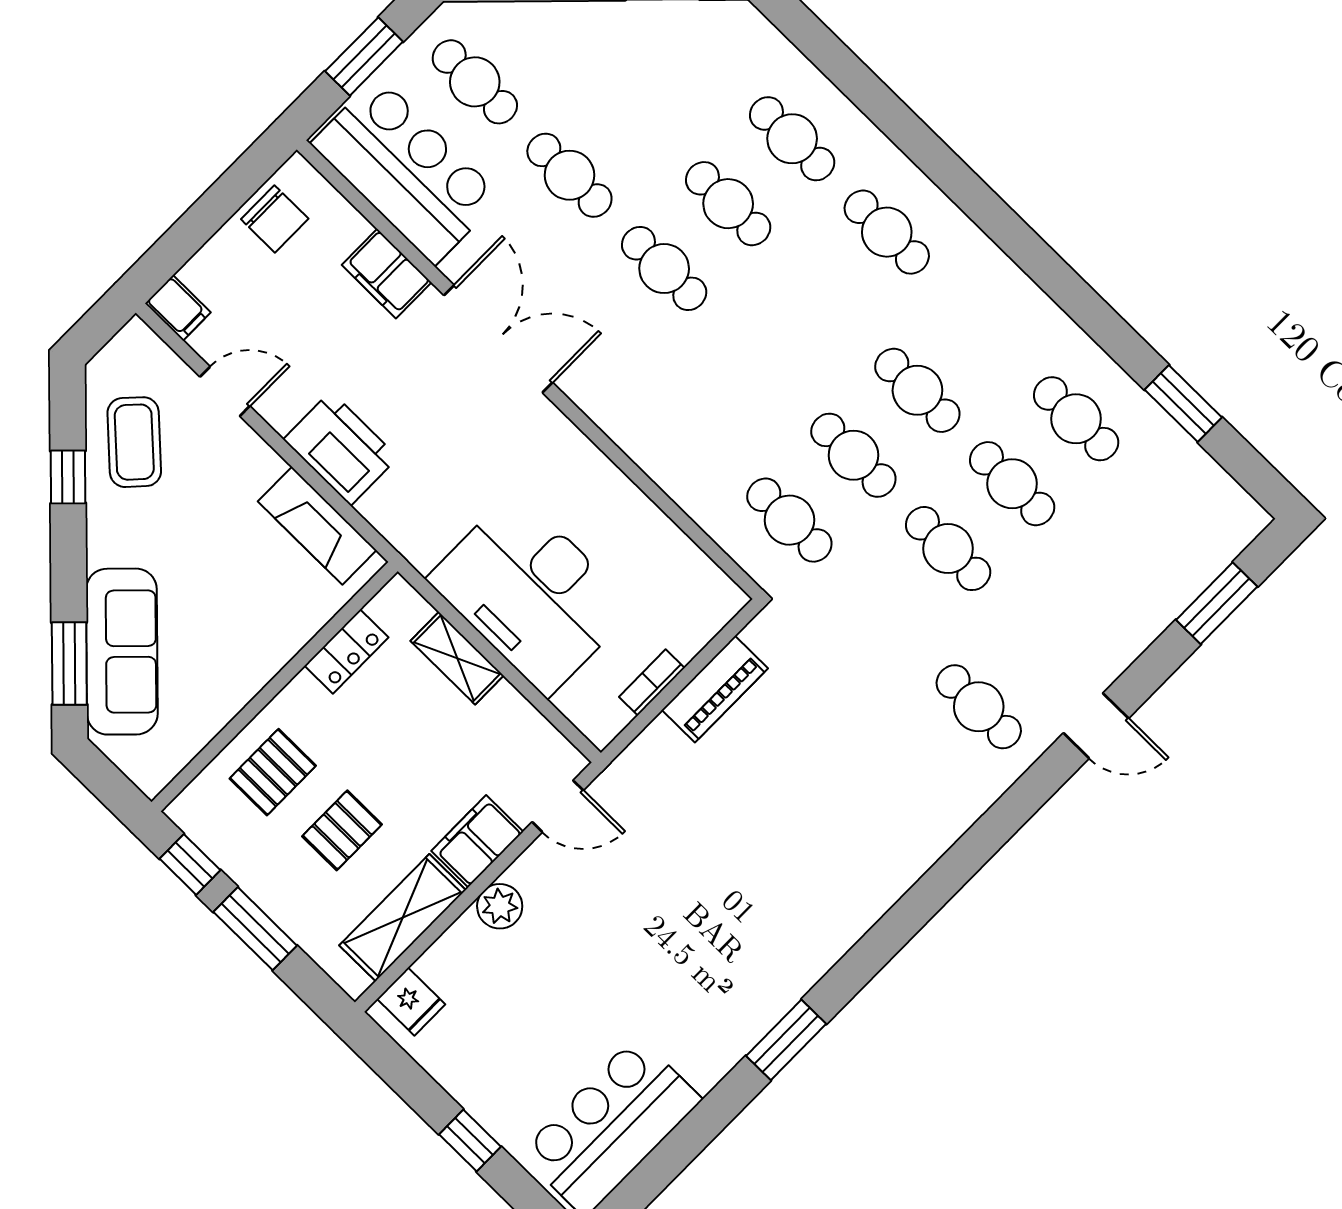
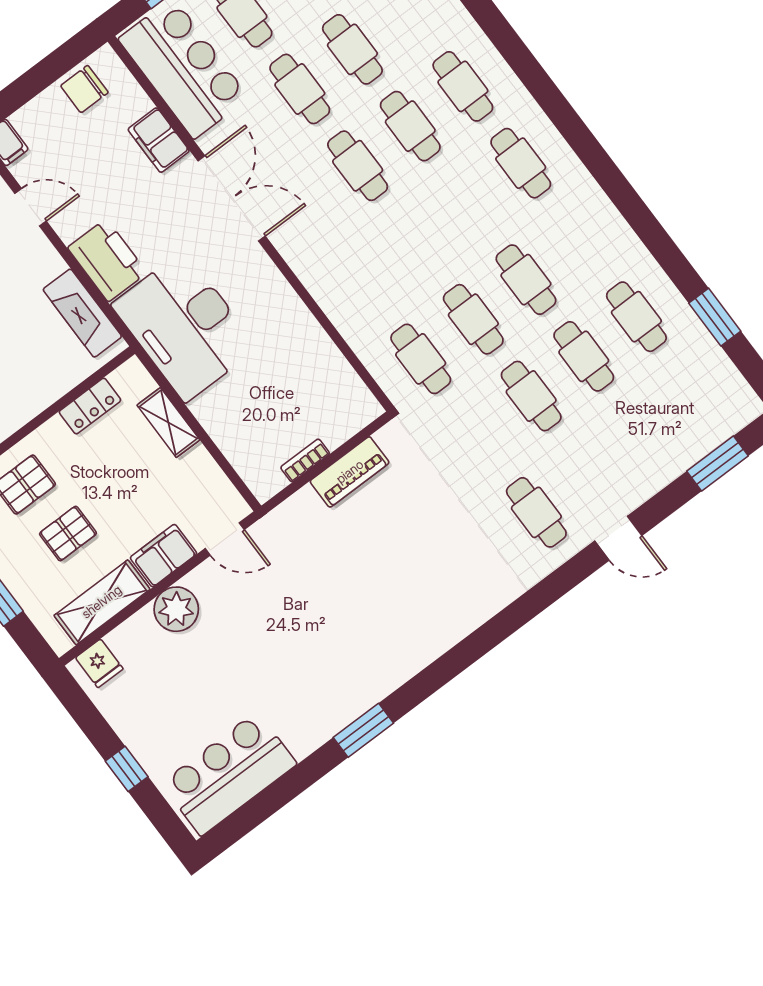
cafe table: (633, 110) -> (352, 49), added
chair: (275, 219) -> (84, 89), turned 90
desk: (531, 593) -> (185, 326), moved
plant: (500, 906) -> (176, 609), width x1.36, depth x1.36

